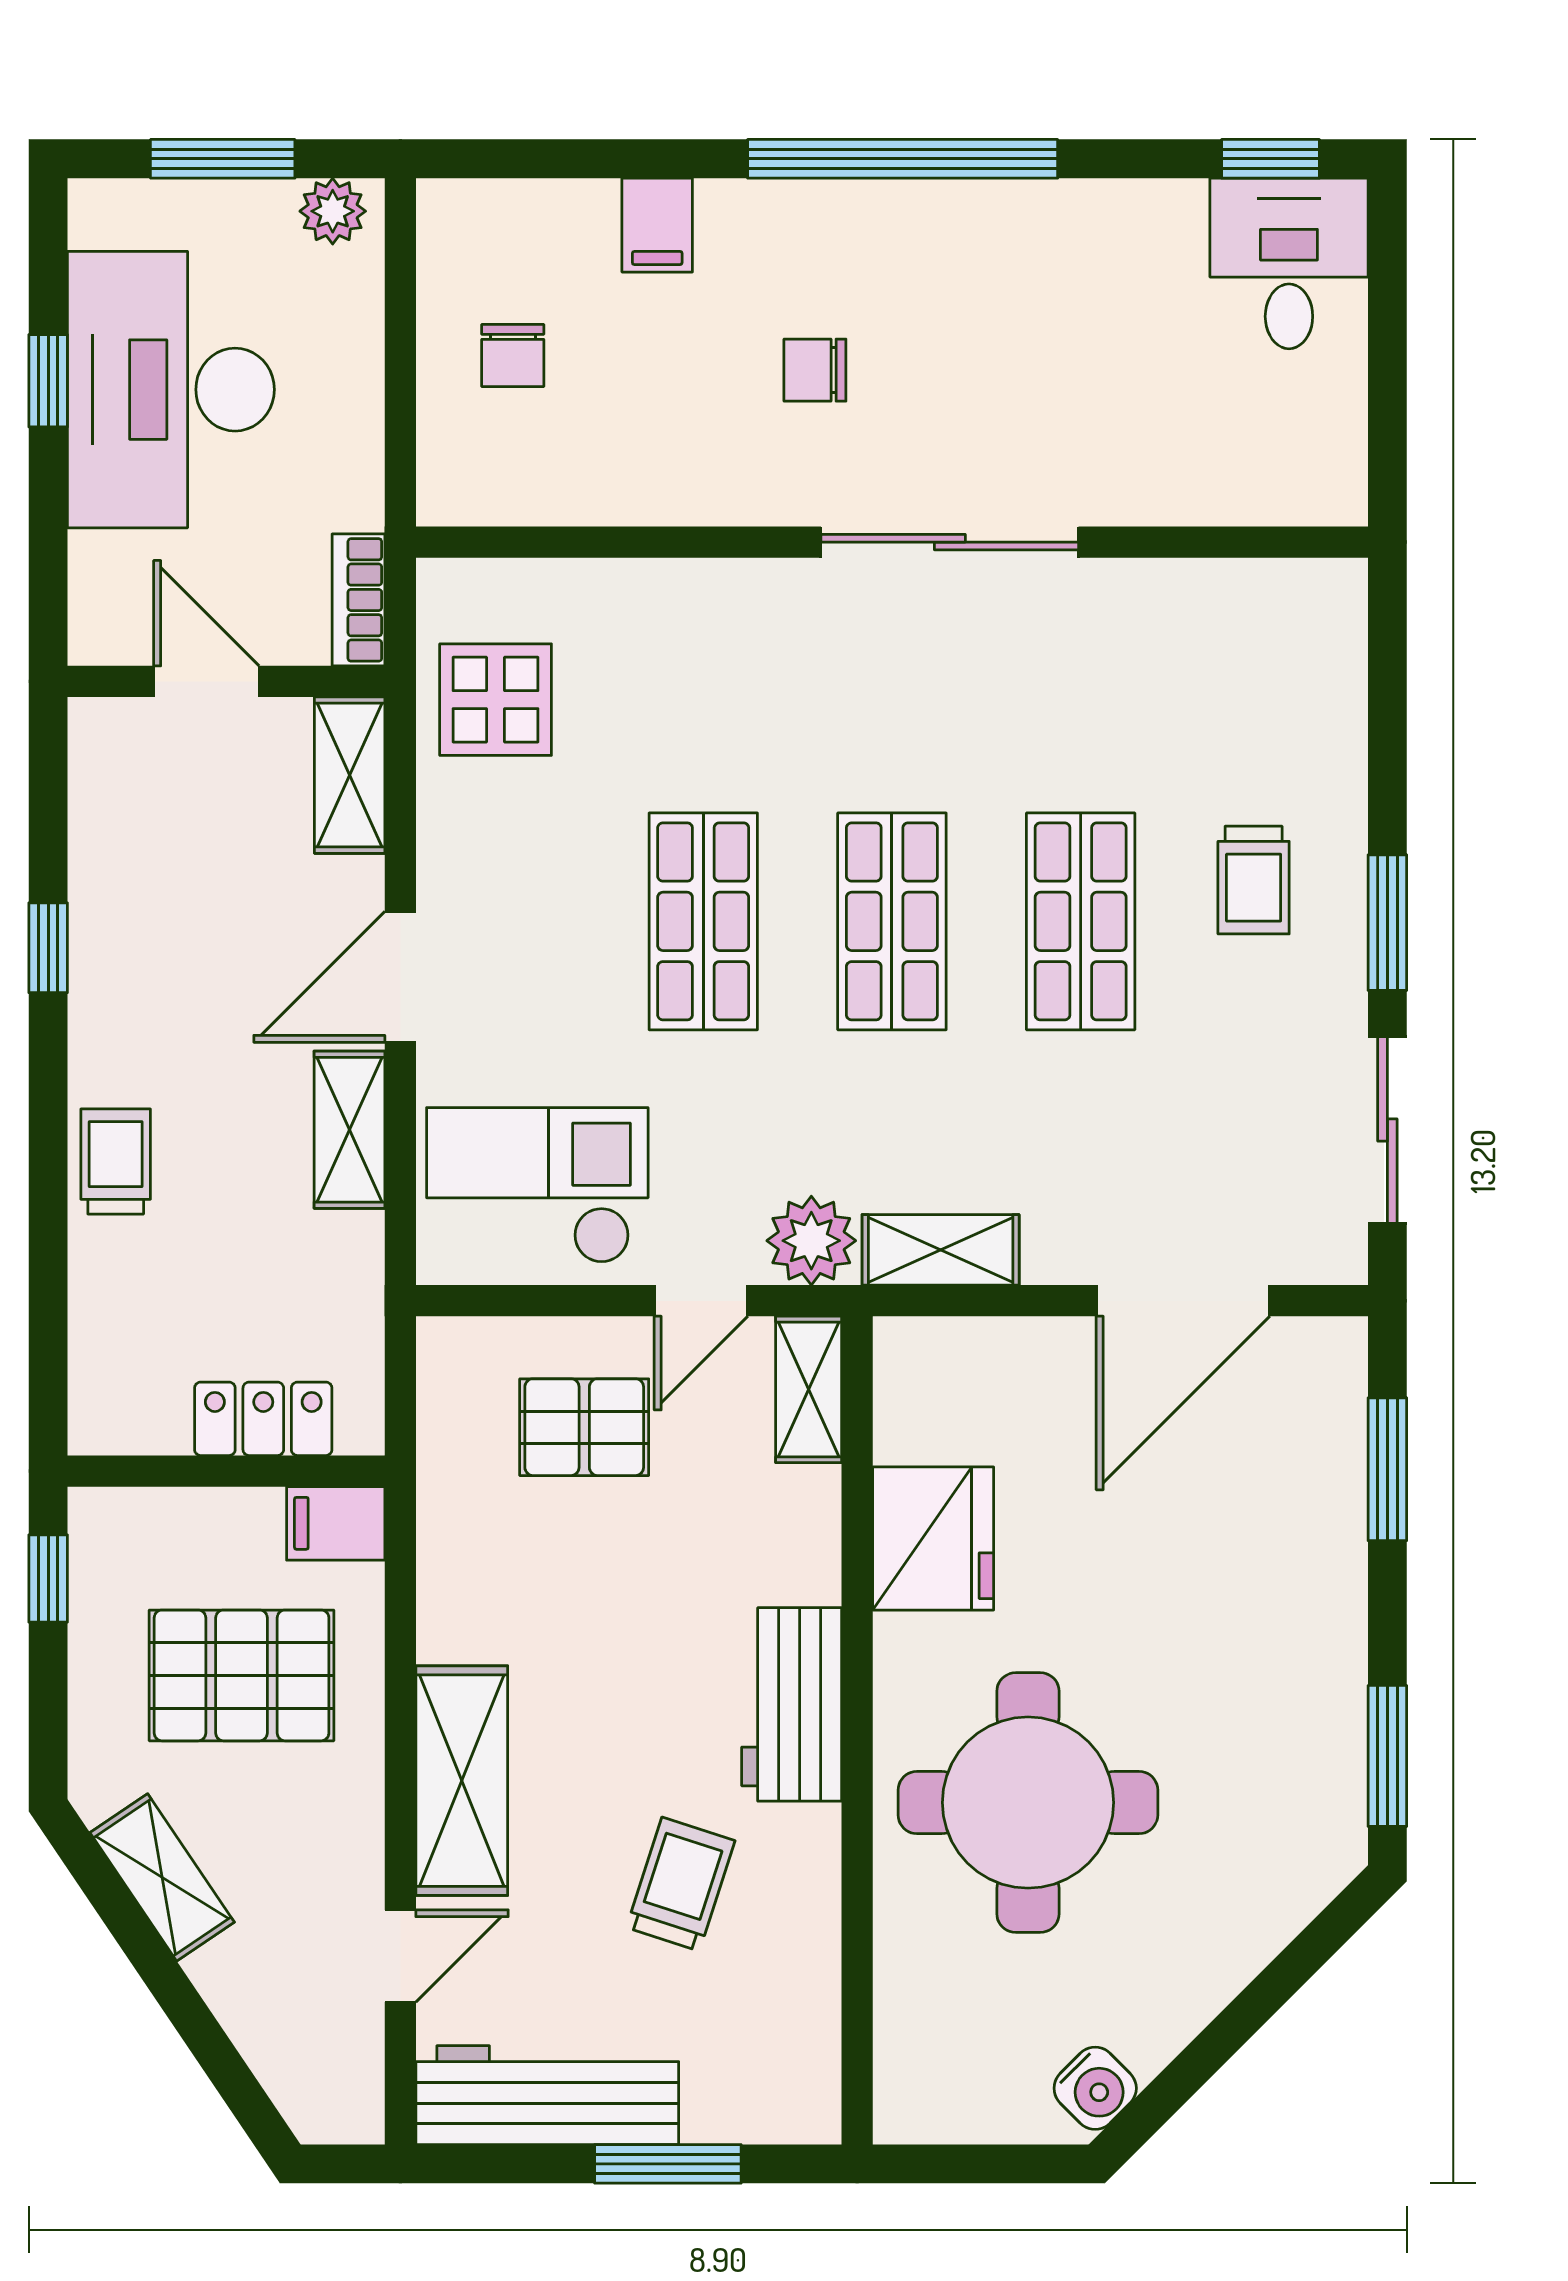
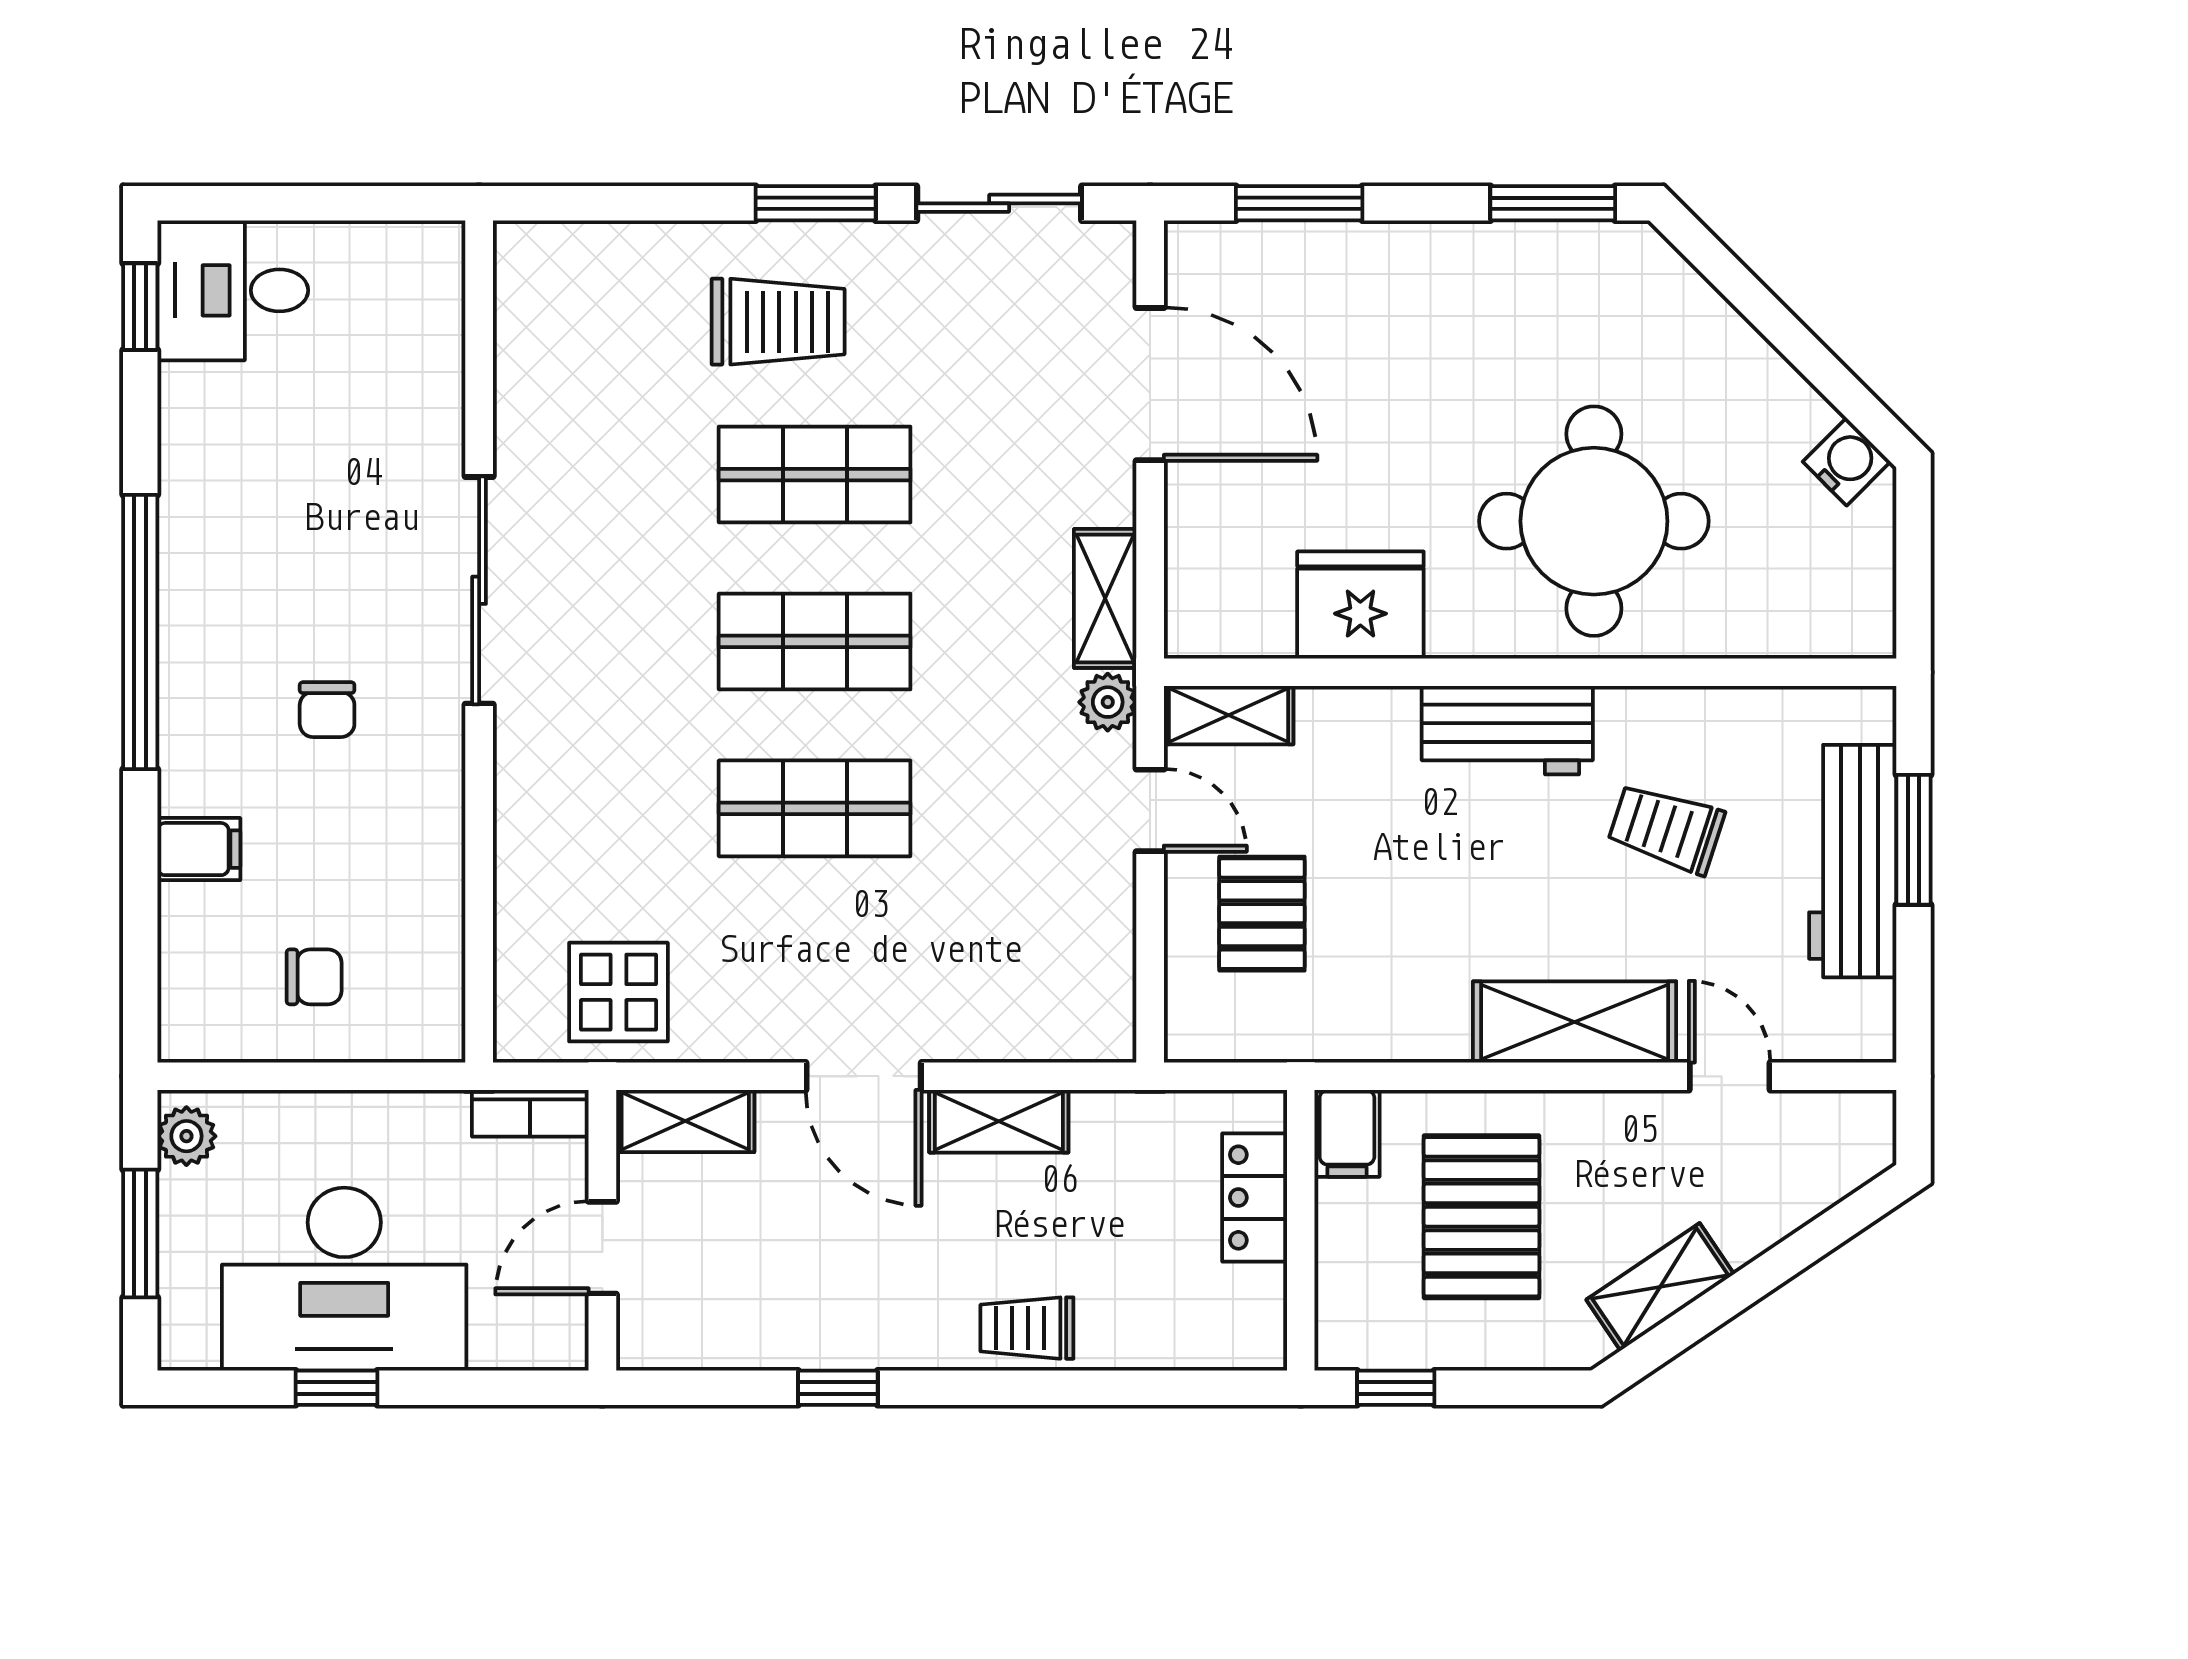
trolley: (1254, 880) -> (778, 322), width x1.36, depth x1.39
checkout: (537, 1185) -> (1048, 955), removed
plant: (811, 1241) -> (1108, 702), width x0.73, depth x0.73
workbench: (547, 2095) -> (1853, 861), moved

